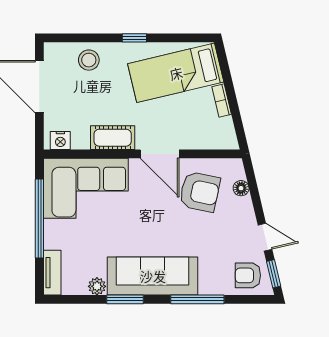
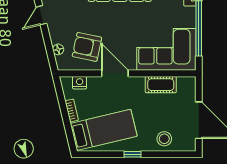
cot: (113, 138) -> (161, 85), moved
nightstand: (60, 141) -> (80, 83), moved
door: (265, 237) -> (41, 15), hinge flipped

